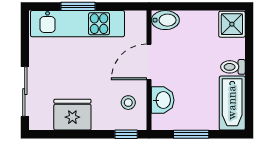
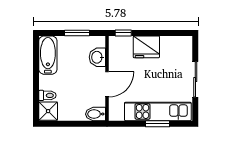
toilet: (233, 67) -> (47, 95), moved
sliding door: (25, 92) -> (195, 79), moved
stool: (128, 103) -> (122, 55), removed
fridge: (72, 115) -> (146, 47), moved

